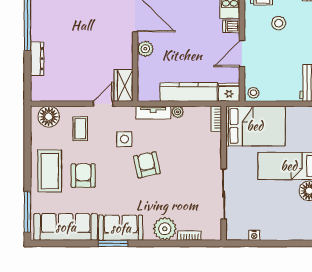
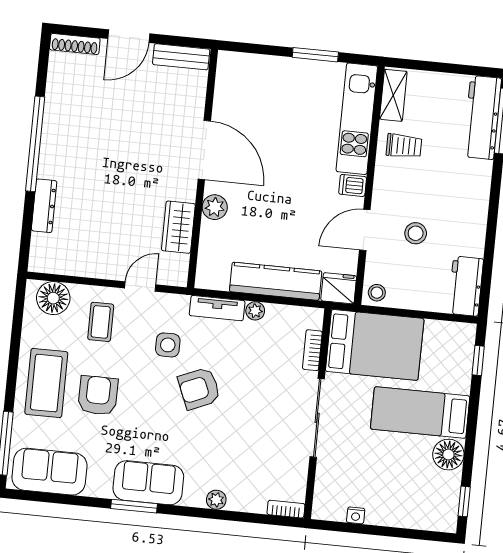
stool: (279, 23) -> (416, 233), moved
wardrobe: (124, 85) -> (178, 227), moved
bookcase: (216, 119) -> (312, 350), moved
armchair: (147, 165) -> (199, 388), turned -101
sliding door: (224, 194) -> (317, 418), moved
sofa: (66, 227) -> (49, 472), width x0.73
plant: (165, 229) -> (216, 500), width x0.53, depth x0.53
bookcase: (189, 236) -> (286, 509), moved

